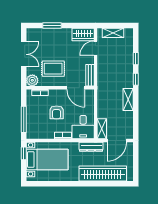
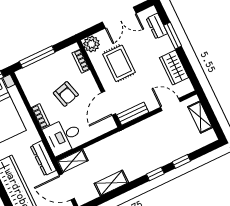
dresser: (41, 33) -> (157, 26), added
wardrobe: (83, 34) -> (174, 68), moved
shelving: (128, 99) -> (111, 183), moved
armchair: (57, 112) -> (66, 94), turned -105

